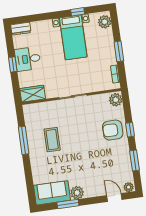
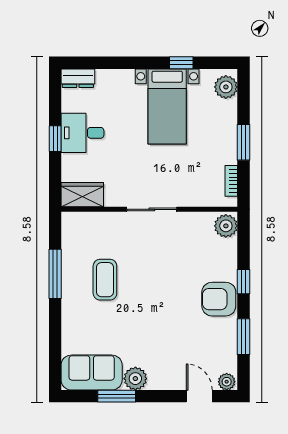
armchair: (113, 130) -> (219, 299), moved

